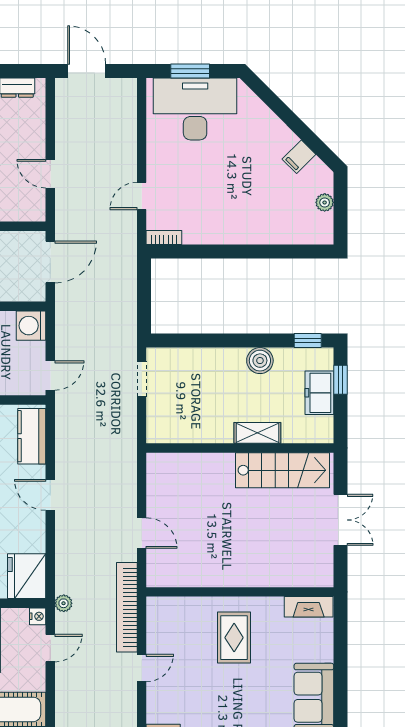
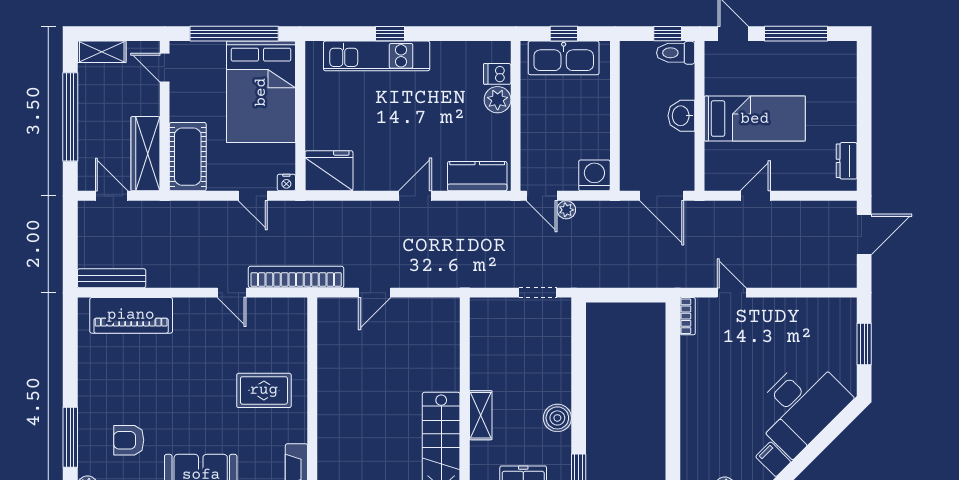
desk: (195, 109) -> (800, 406), moved, turned 45
plant: (64, 603) -> (566, 210), moved

